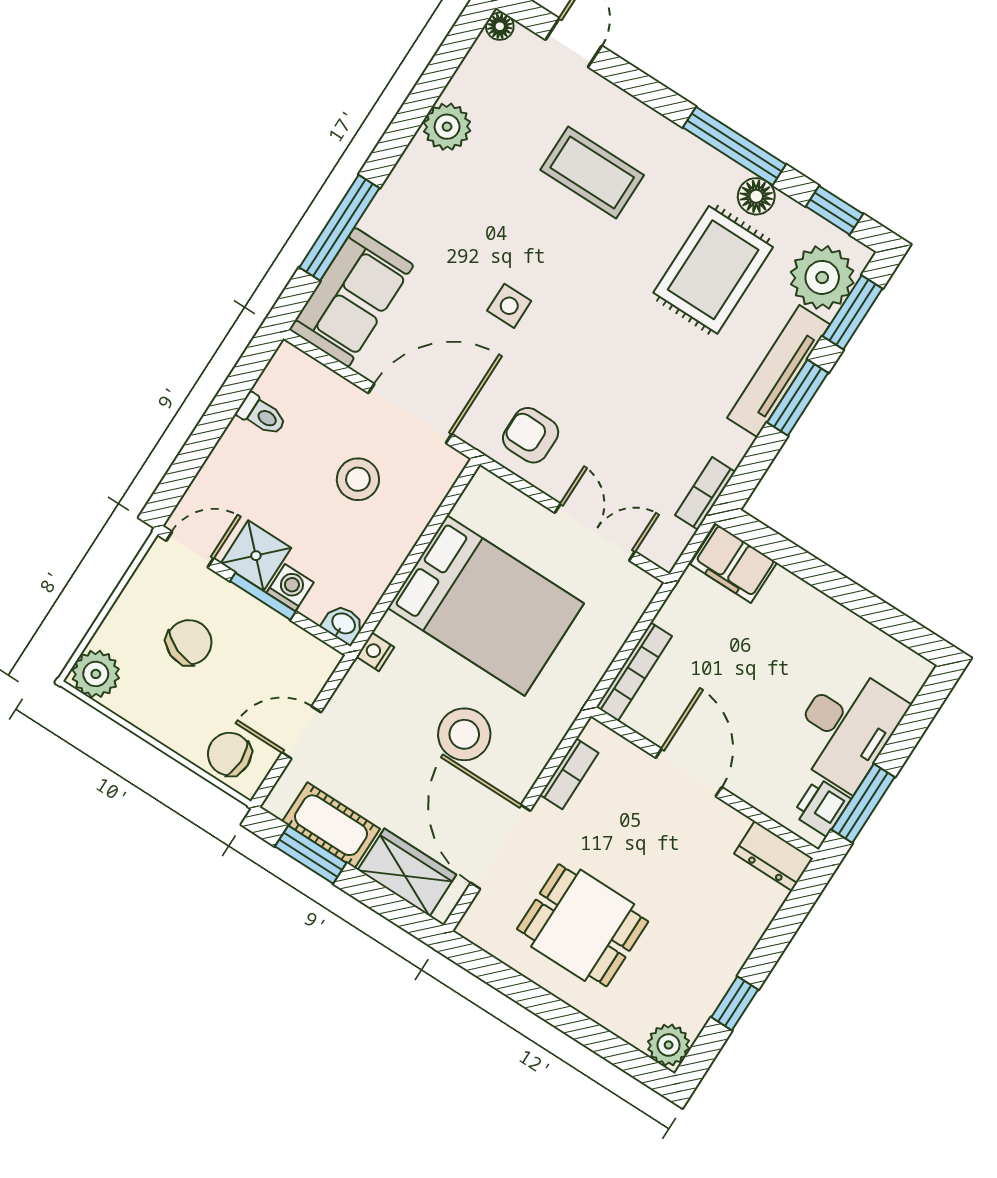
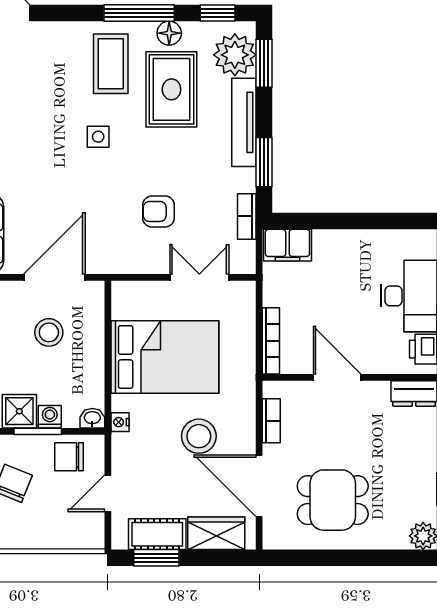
coffee table: (592, 172) -> (111, 64), moved, turned 90
side table: (509, 306) -> (98, 137), moved
window: (798, 398) -> (264, 162), moved
armchair: (531, 435) -> (158, 211), moved
chair: (229, 754) -> (69, 457), moved

